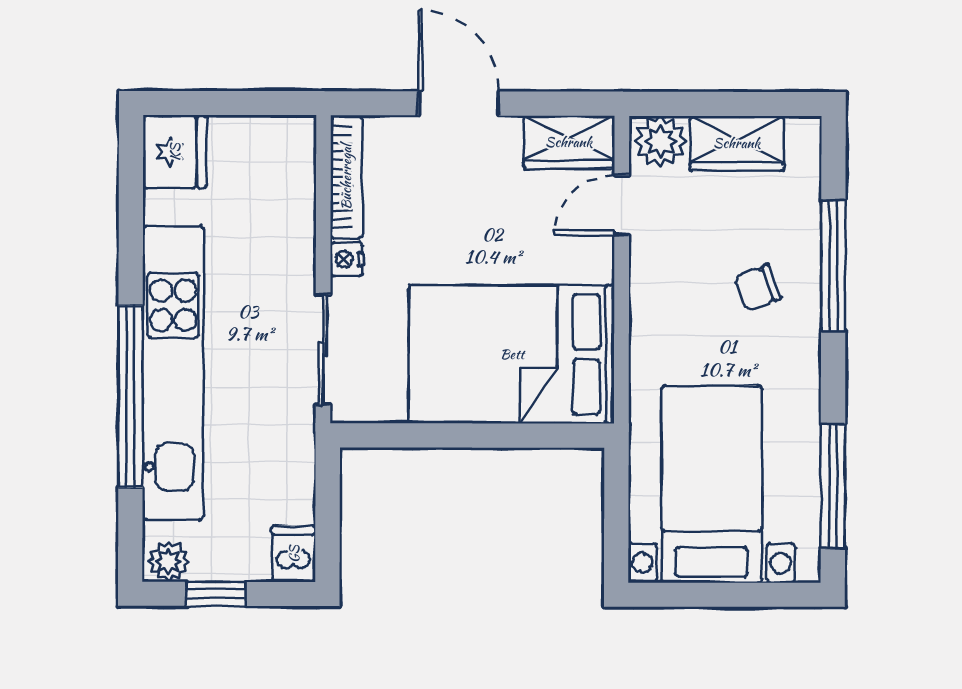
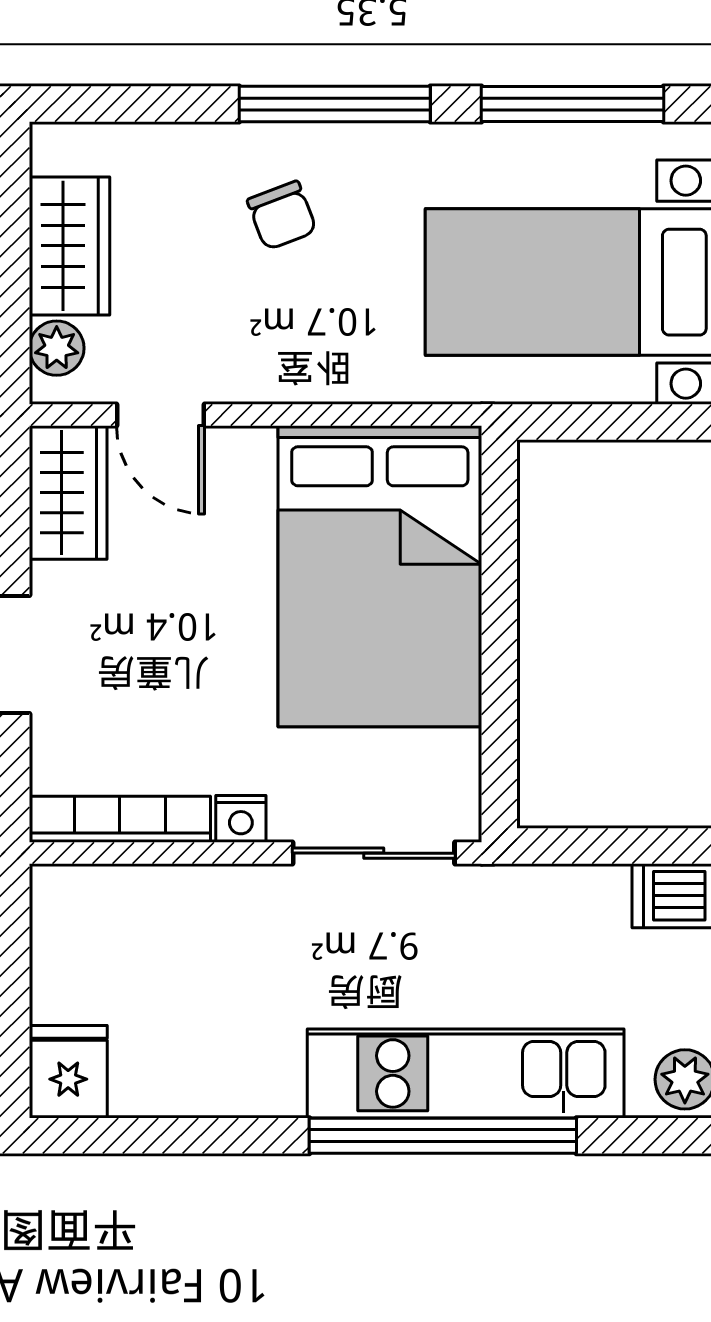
plant: (660, 141) -> (57, 348), width x0.73, depth x0.73
fridge: (175, 152) -> (68, 1072), width x0.72
window: (833, 265) -> (335, 104), moved
kitchen unit: (173, 373) -> (466, 1073), width x0.73

